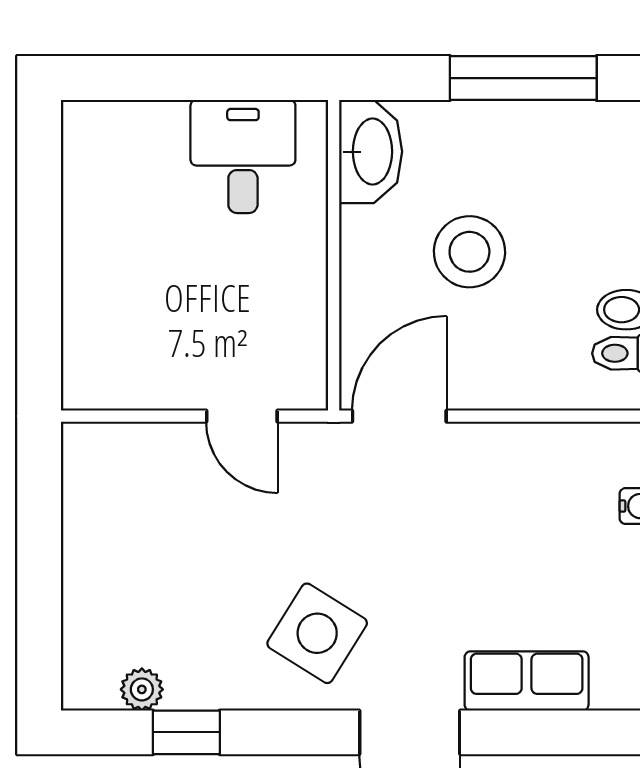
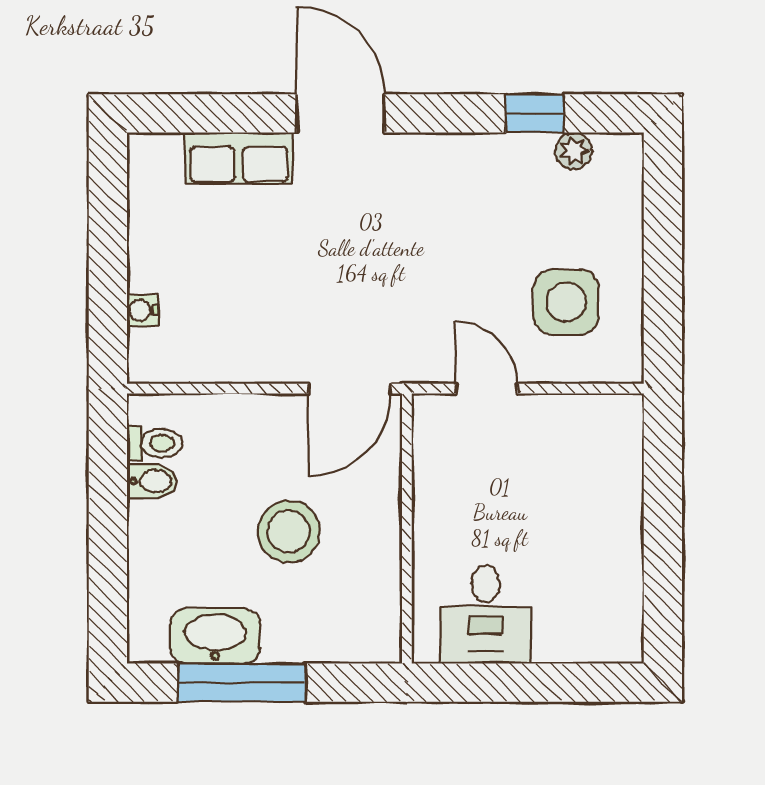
washbasin: (371, 152) -> (215, 636), moved, turned 90
side table: (317, 633) -> (566, 302), moved, turned -32

